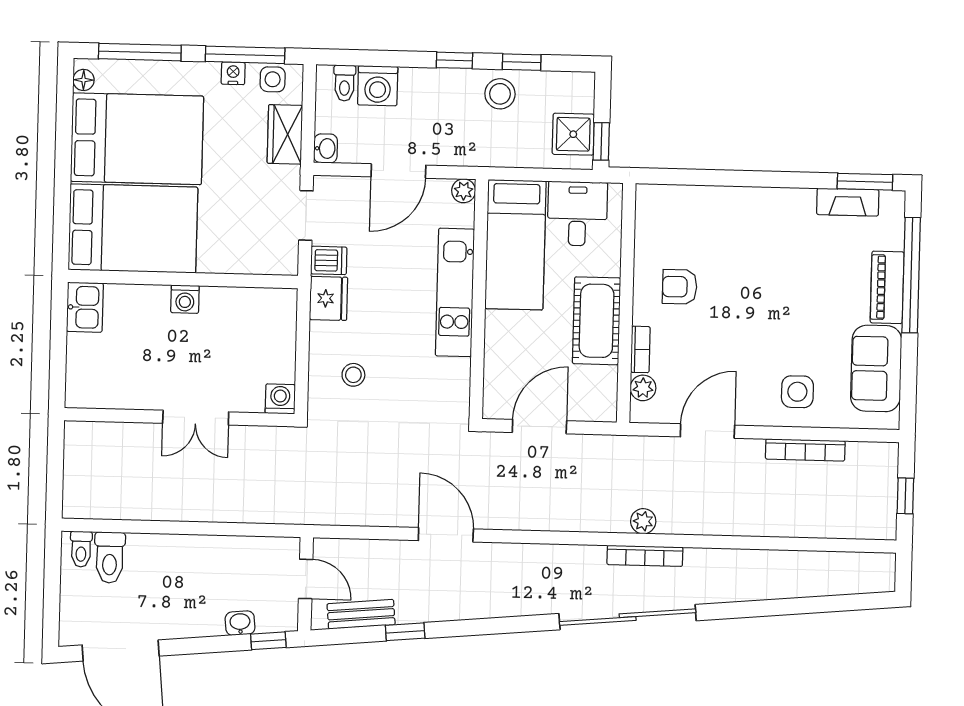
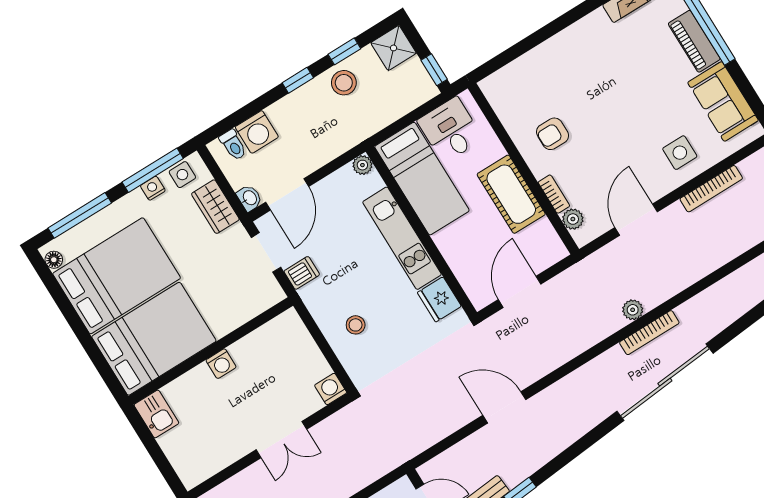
shower: (573, 134) -> (394, 48), moved
door: (398, 171) -> (287, 194), moved
fridge: (329, 298) -> (439, 299), moved, turned 180
stool: (353, 375) -> (356, 325), moved

